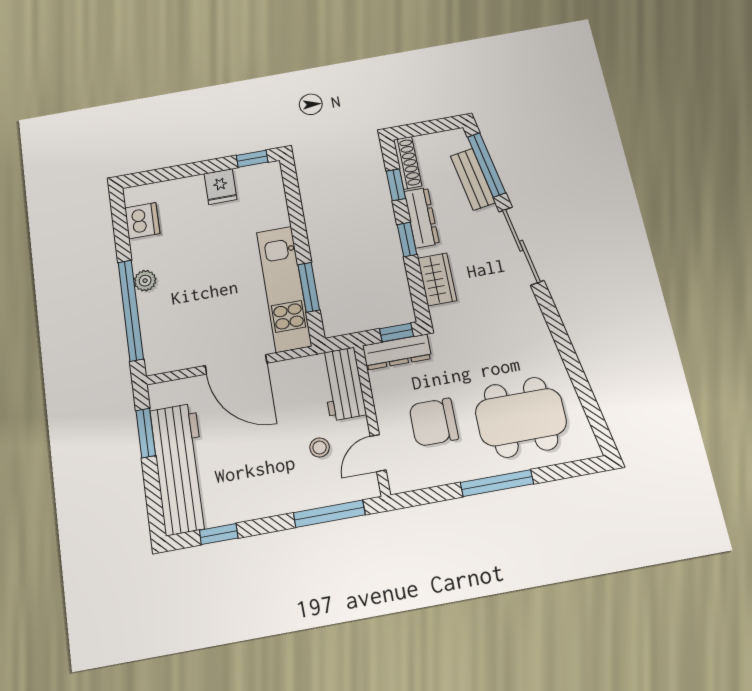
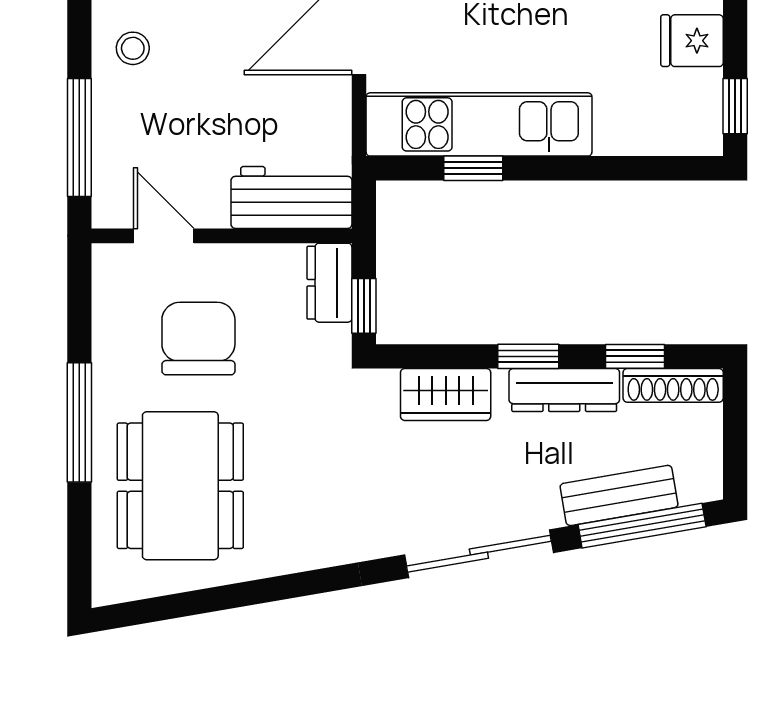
window: (309, 287) -> (473, 168), width x0.67
dresser: (397, 352) -> (329, 283), width x0.70
stool: (320, 447) -> (133, 48), moved

